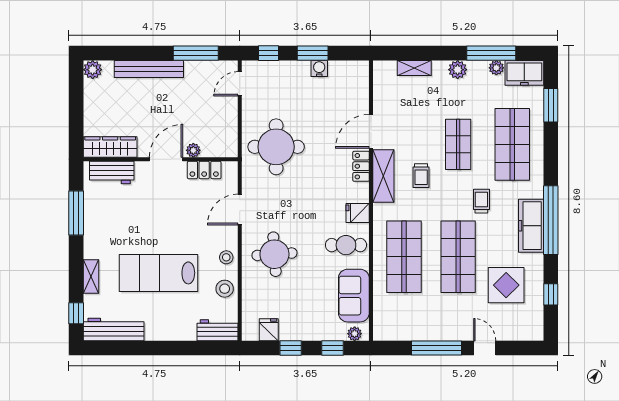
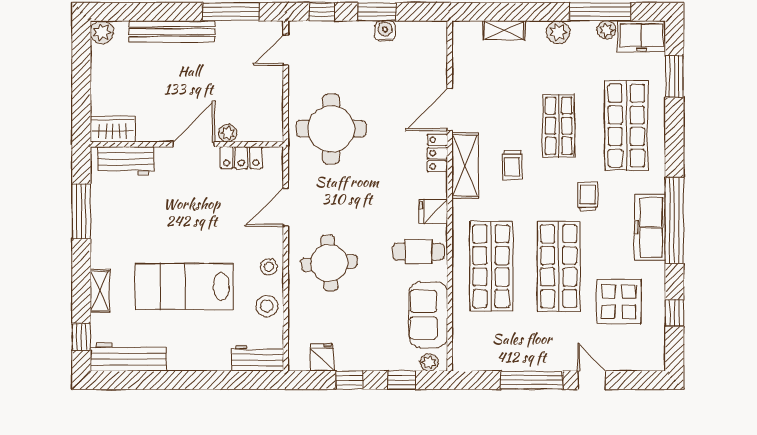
wardrobe: (110, 147) -> (113, 129), width x0.67

